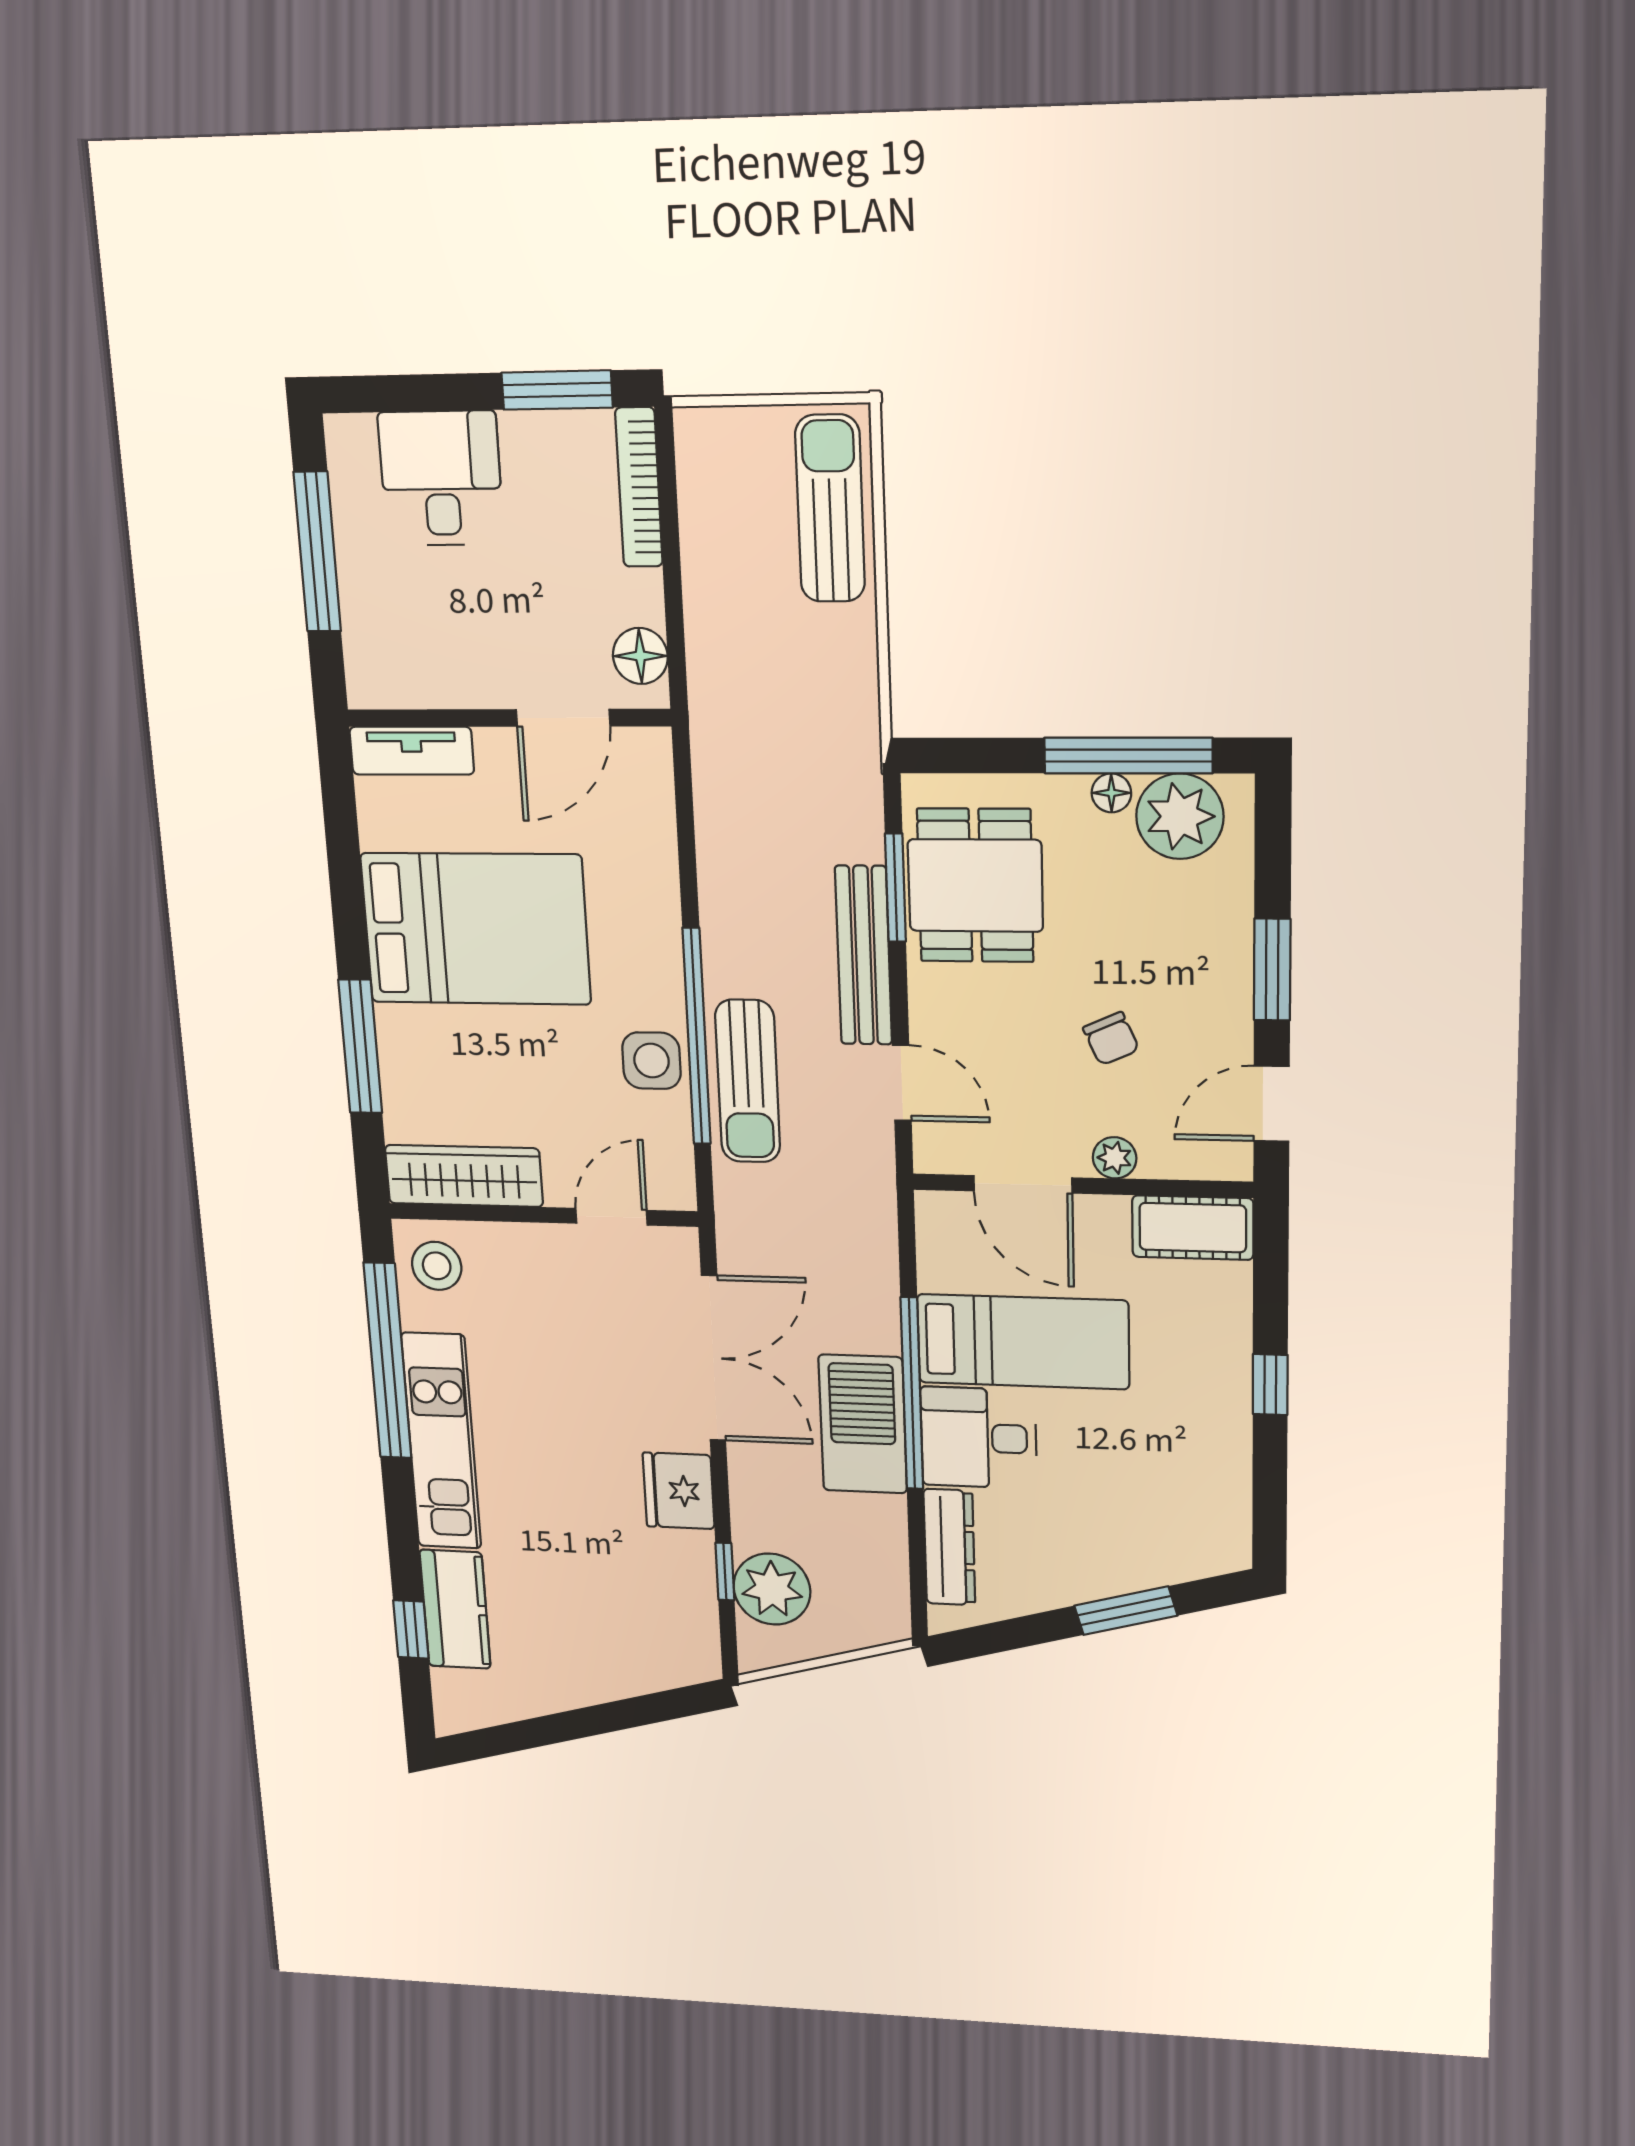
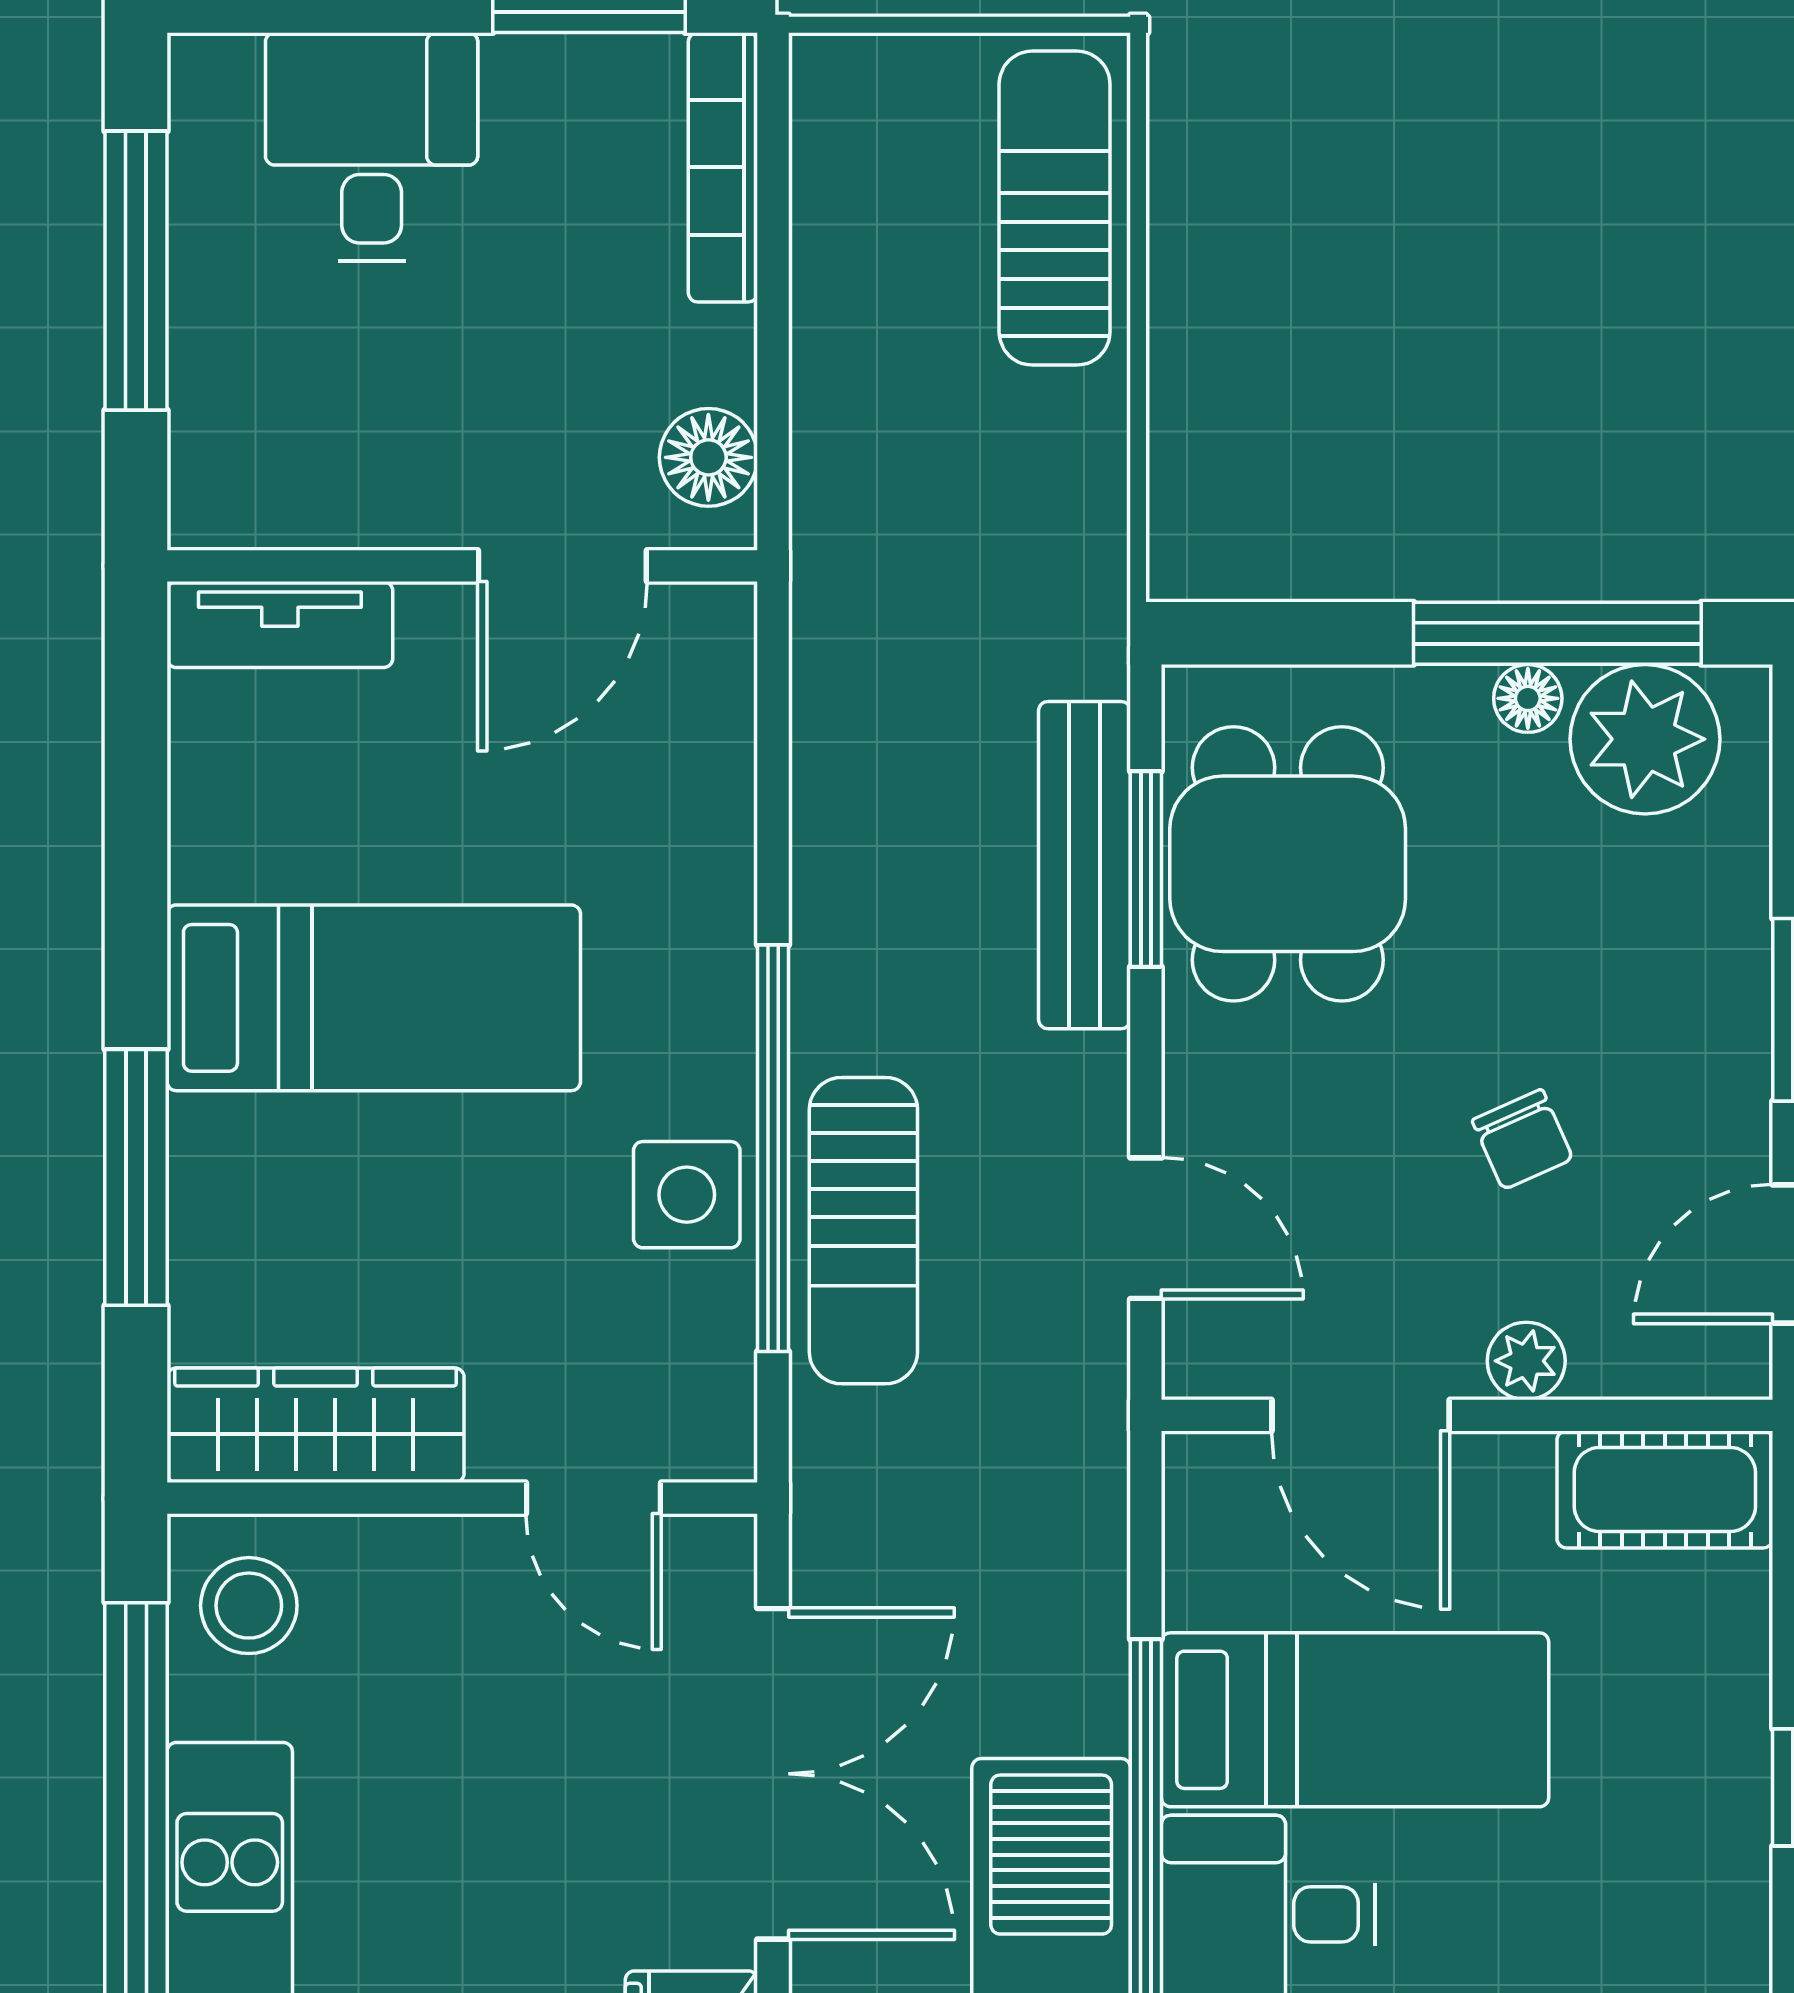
bed: (476, 929) -> (374, 998), width x0.67
bench: (864, 955) -> (1085, 865), moved
door: (611, 1217) -> (594, 1498), swing flipped

